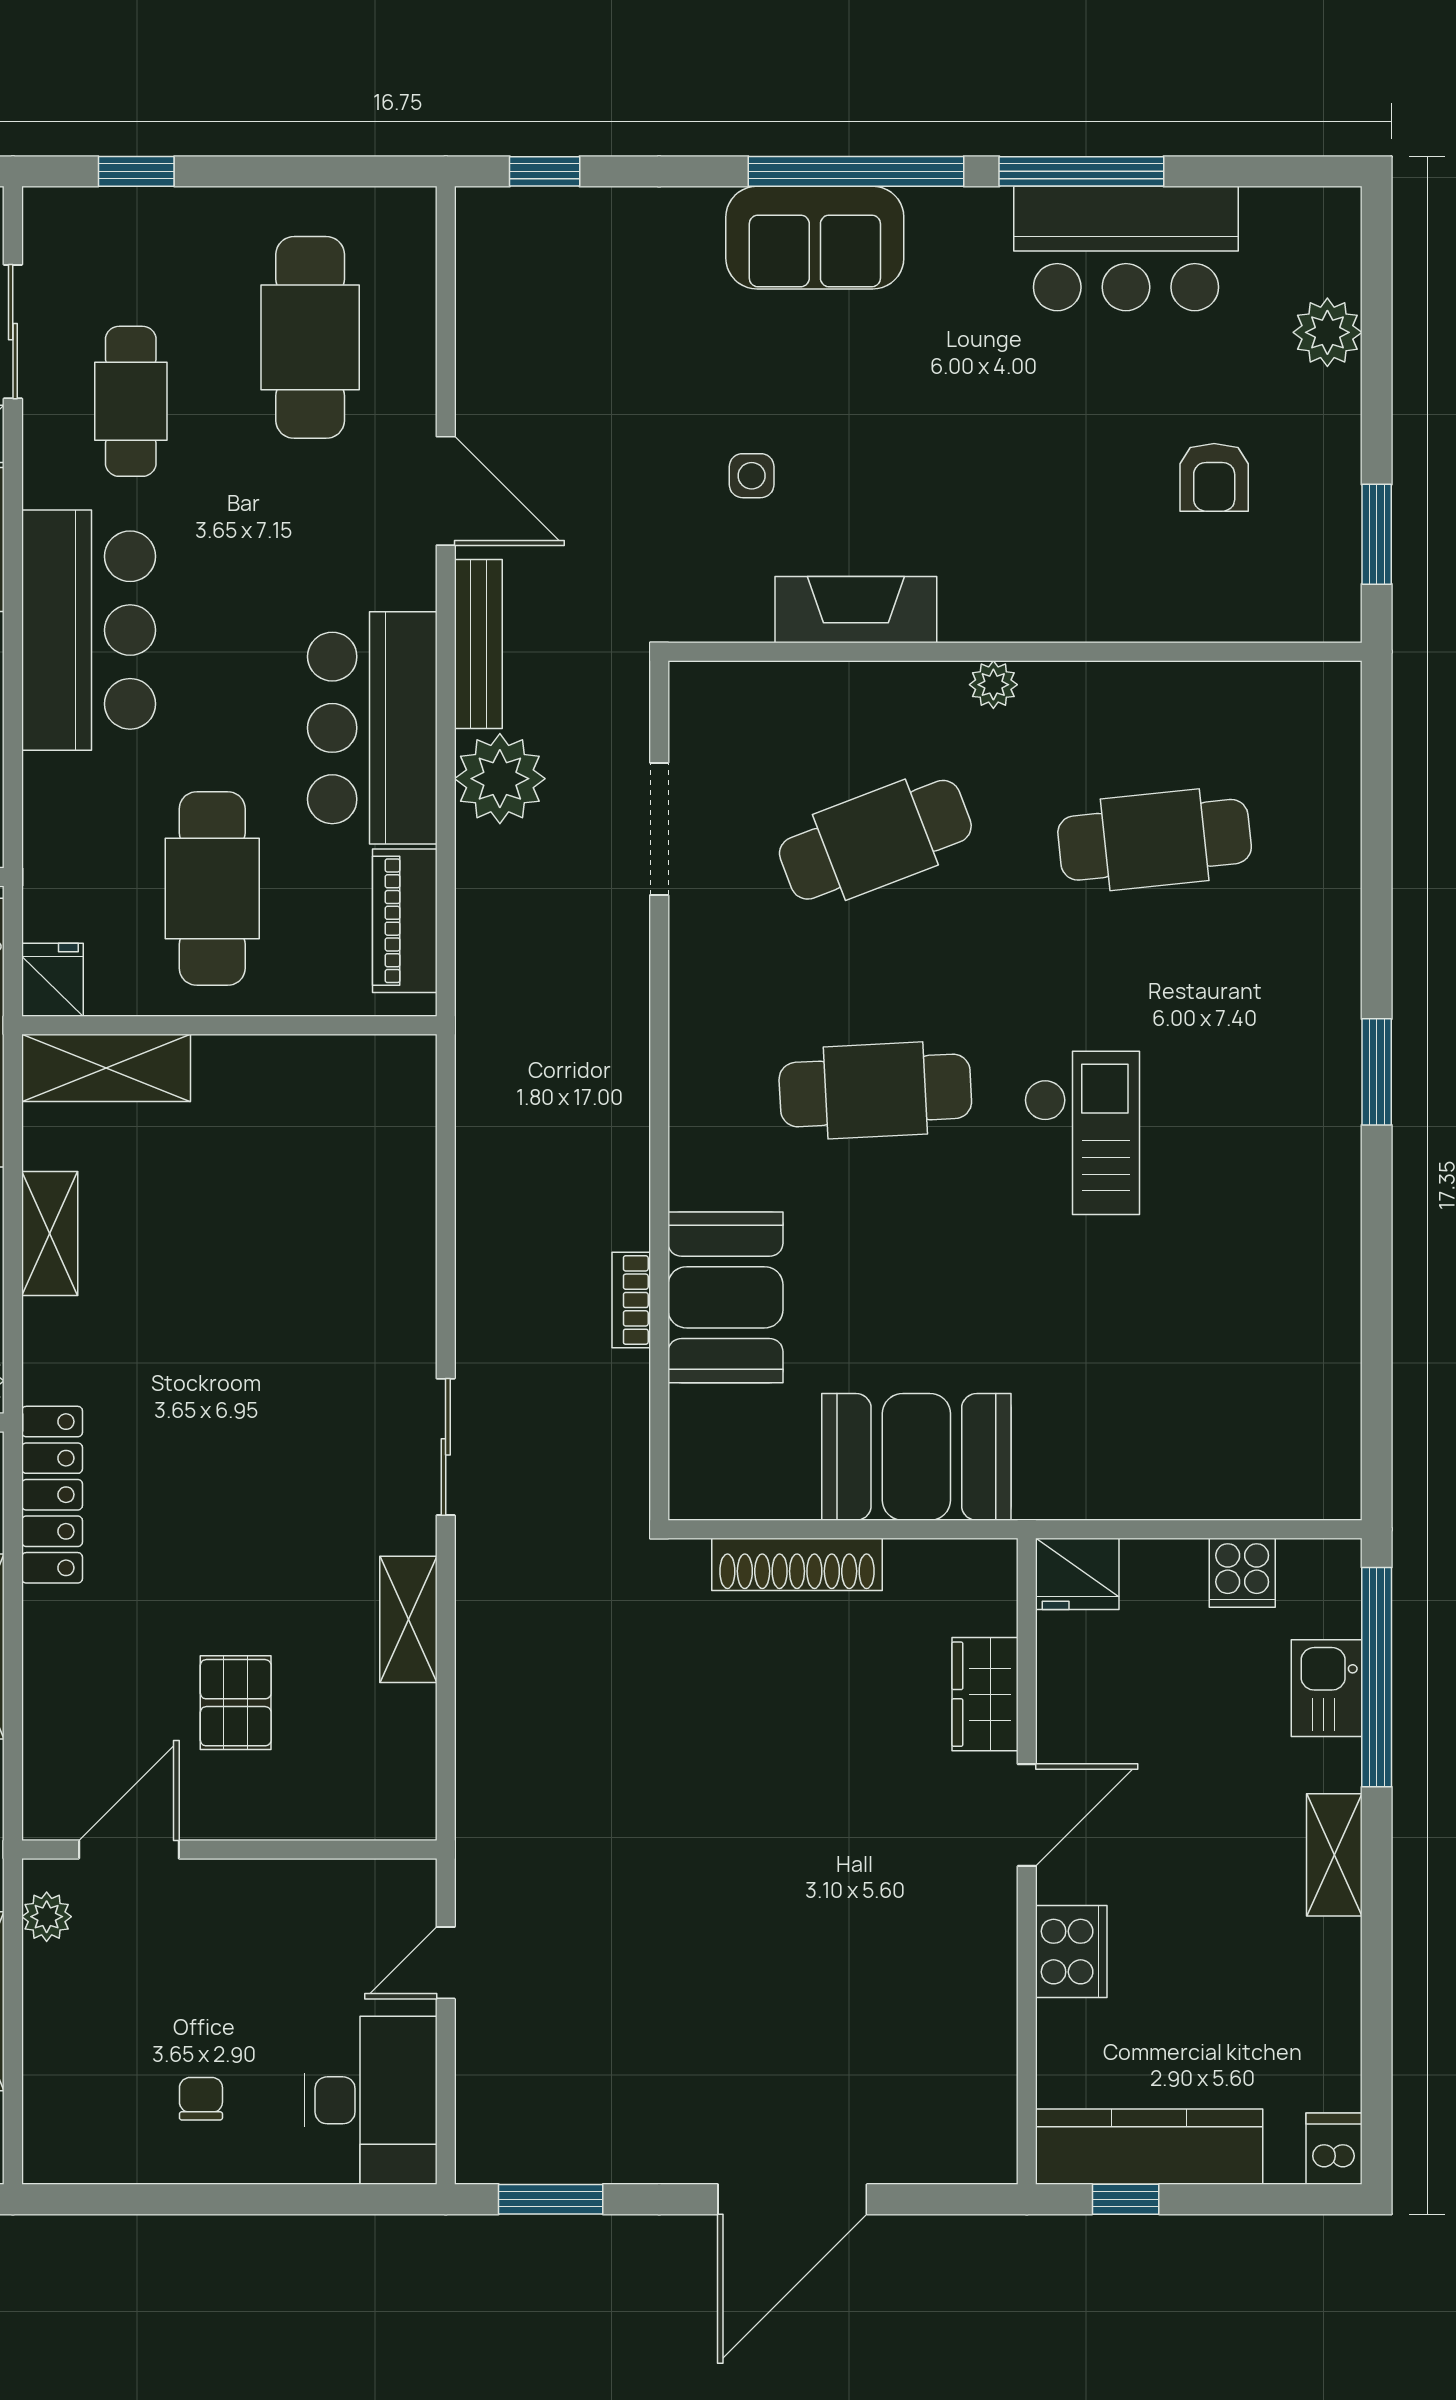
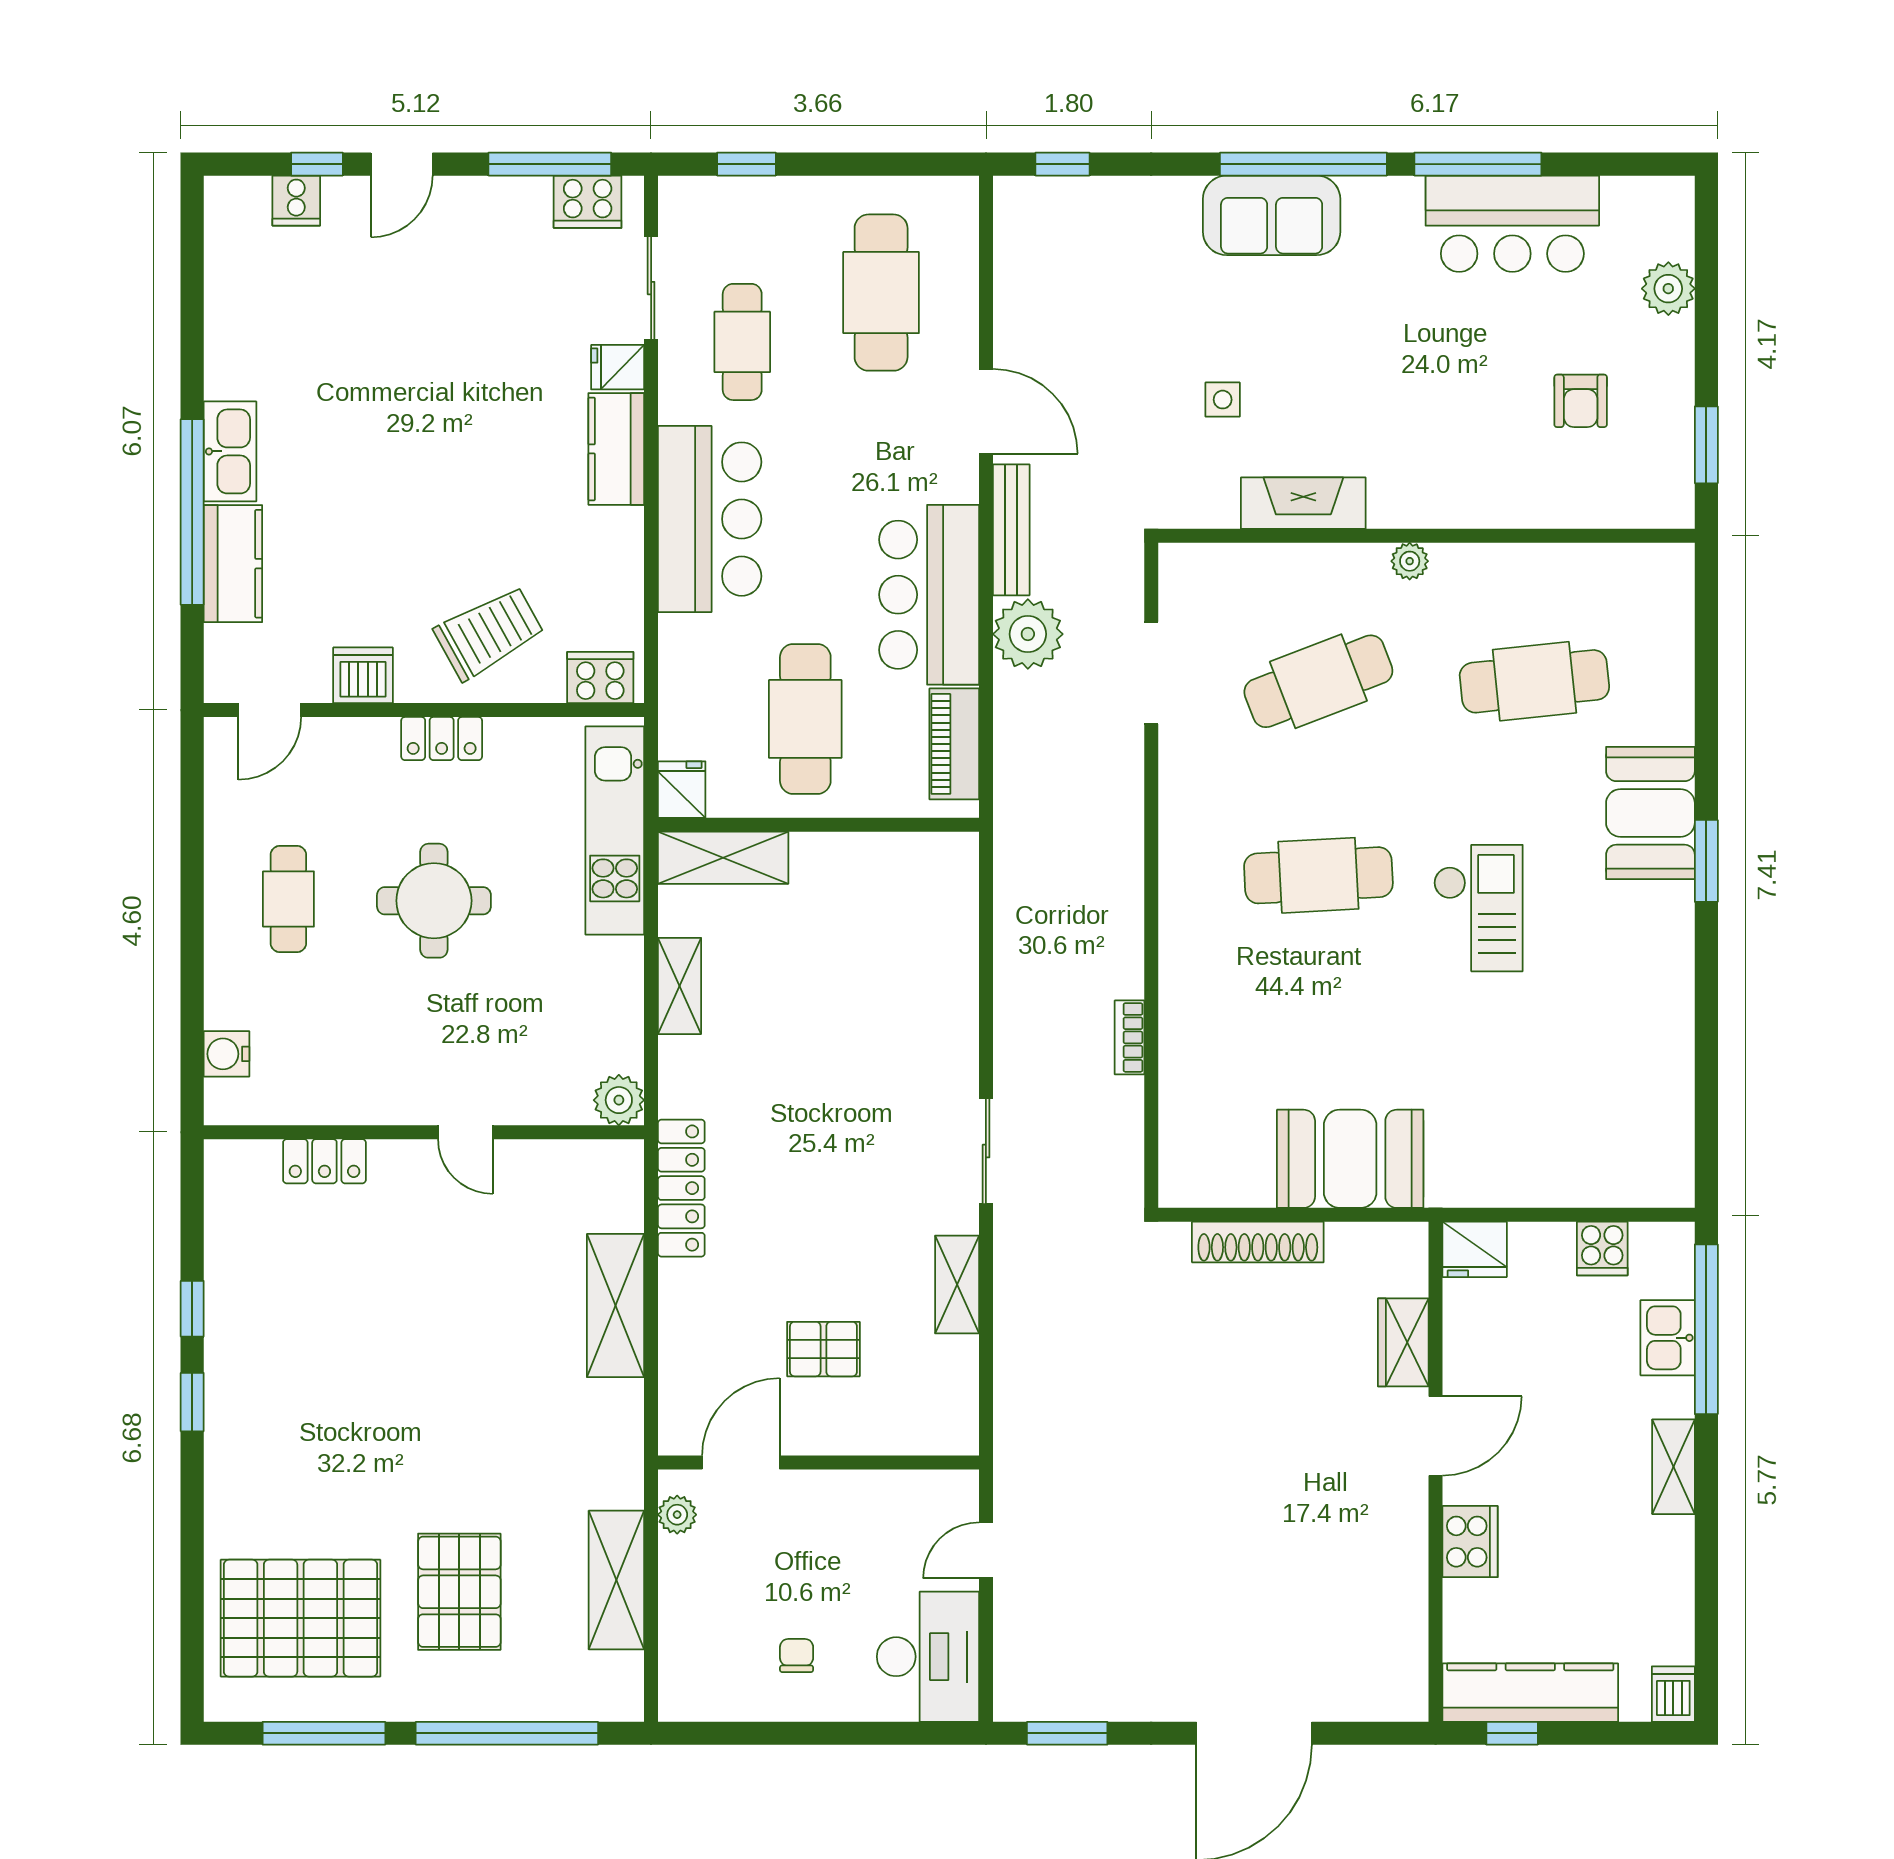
booth: (725, 1297) -> (1650, 813), moved
pallet: (236, 1703) -> (823, 1349), turned 90

